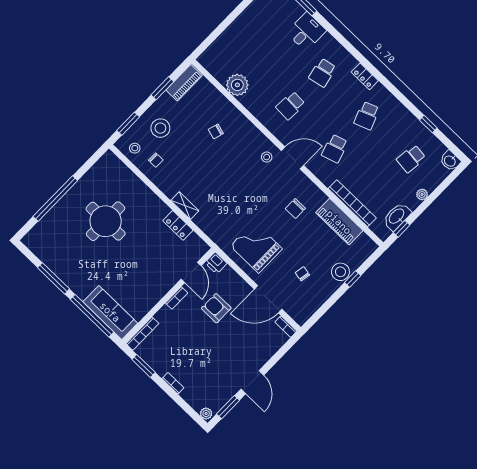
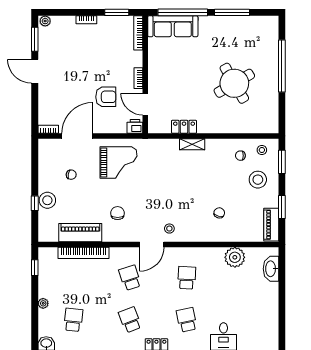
washbasin: (397, 216) -> (271, 269), moved, turned 180
round table: (106, 221) -> (234, 83), turned -30

